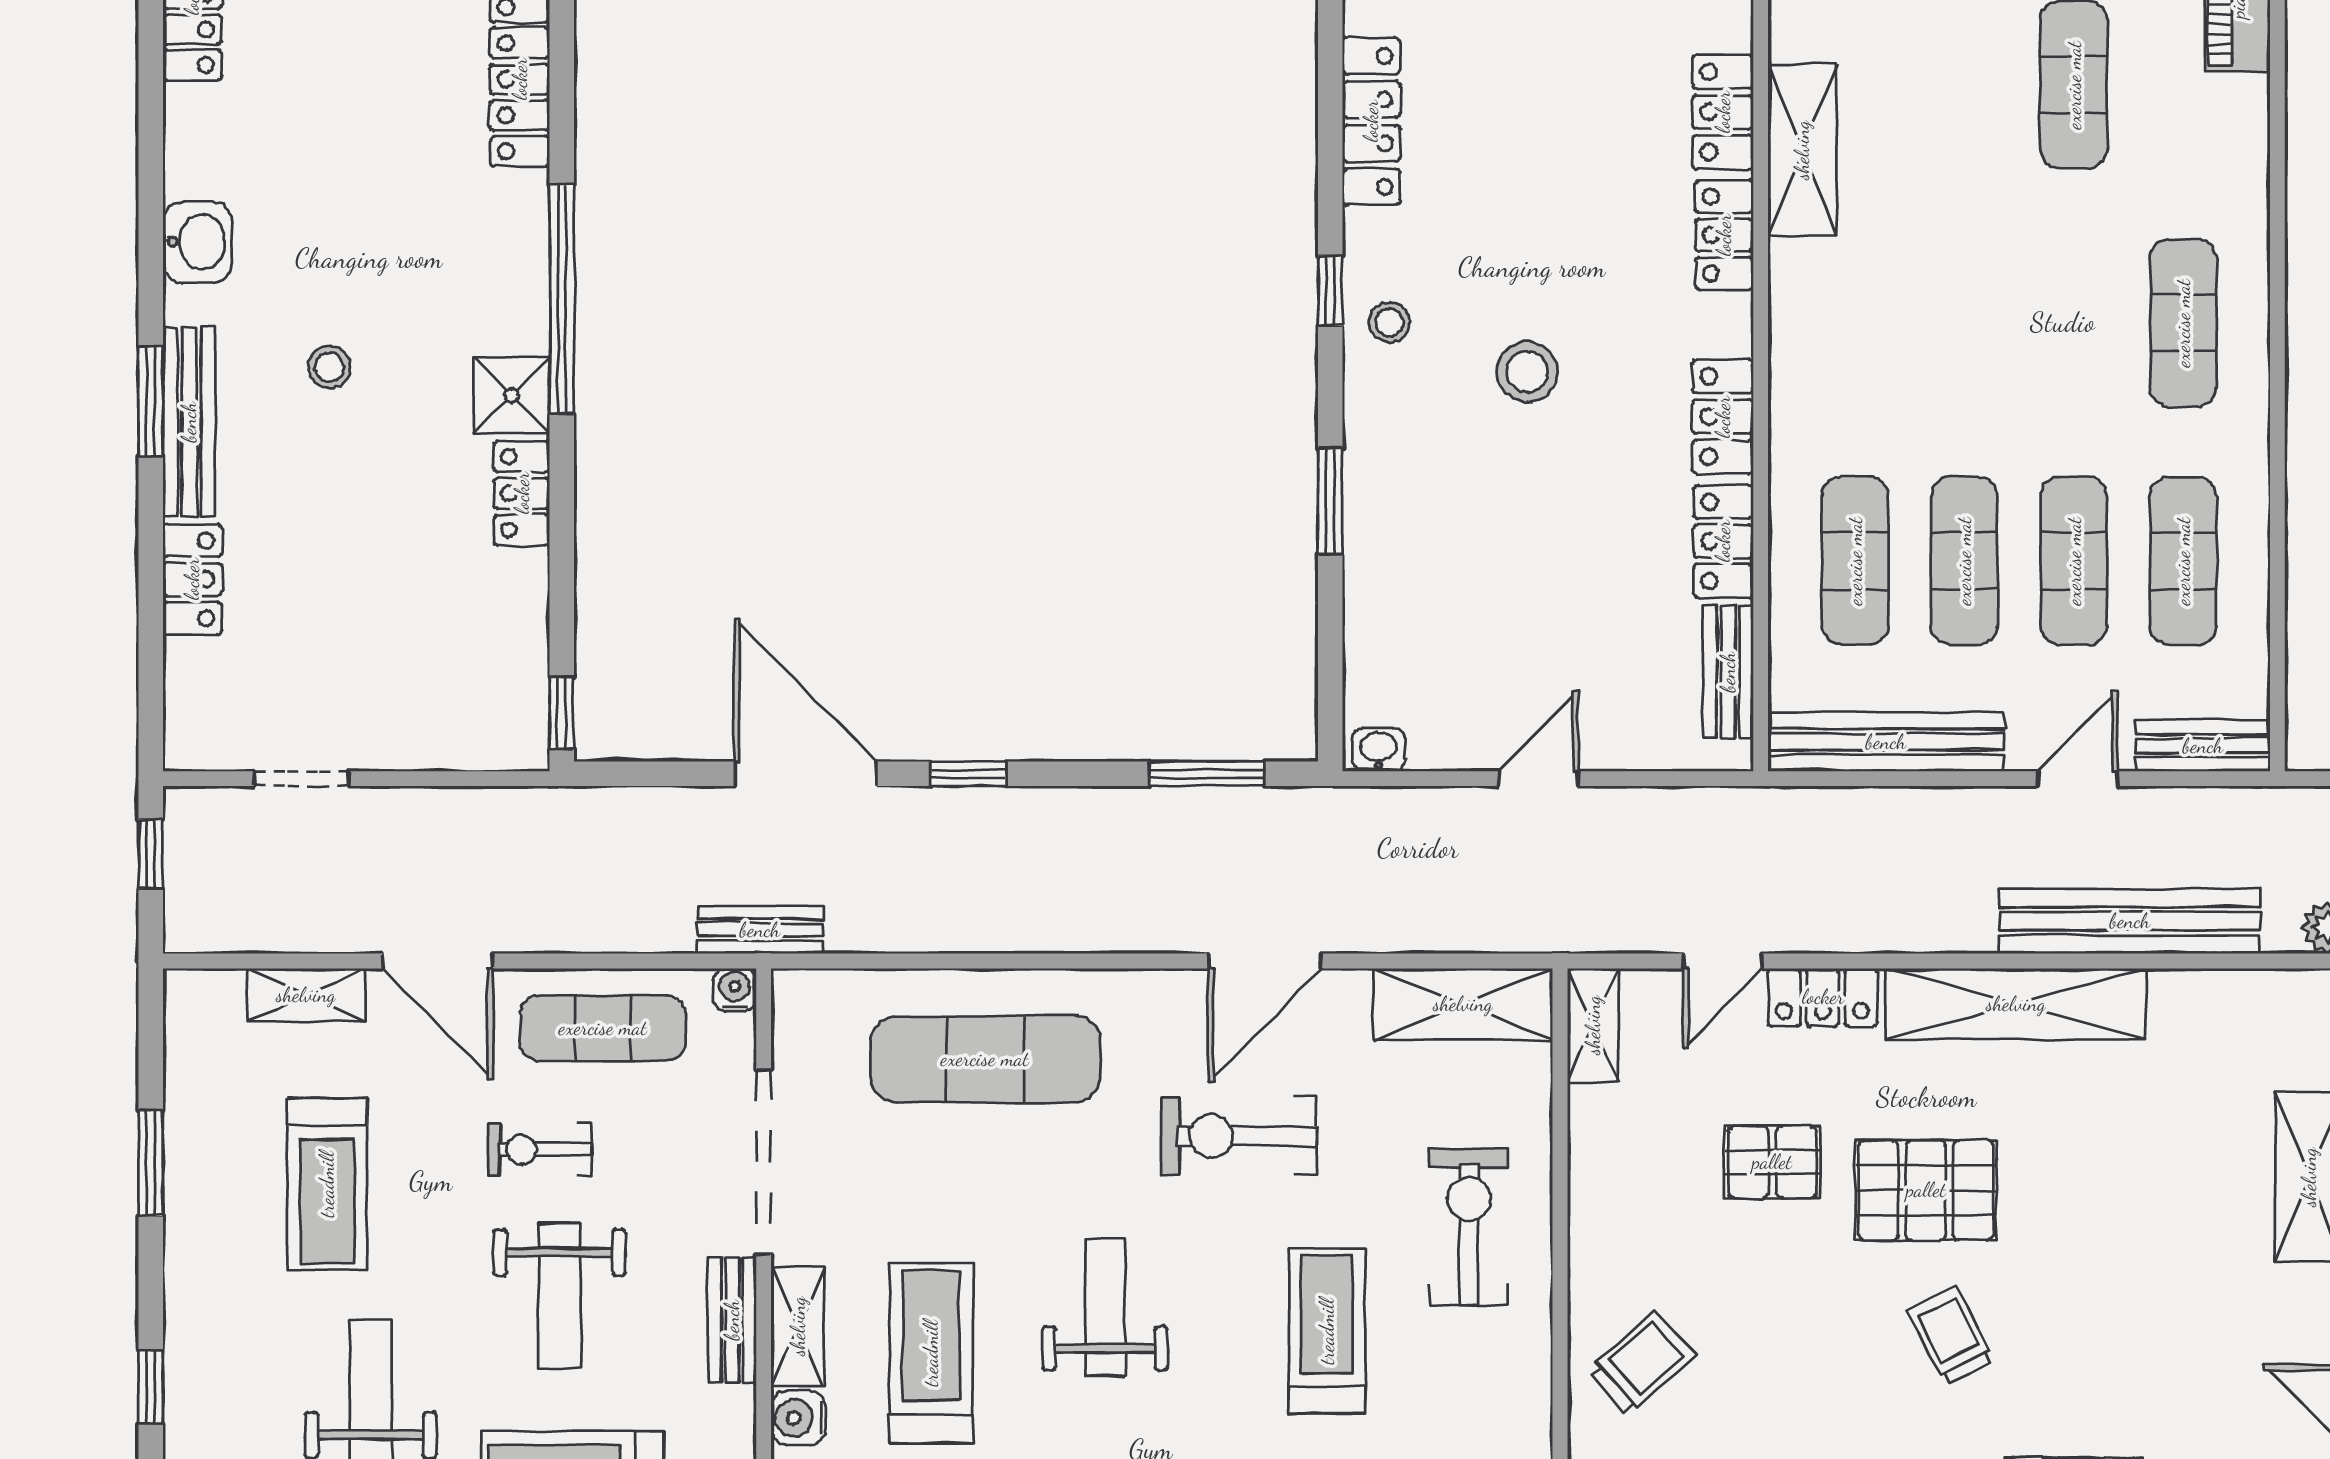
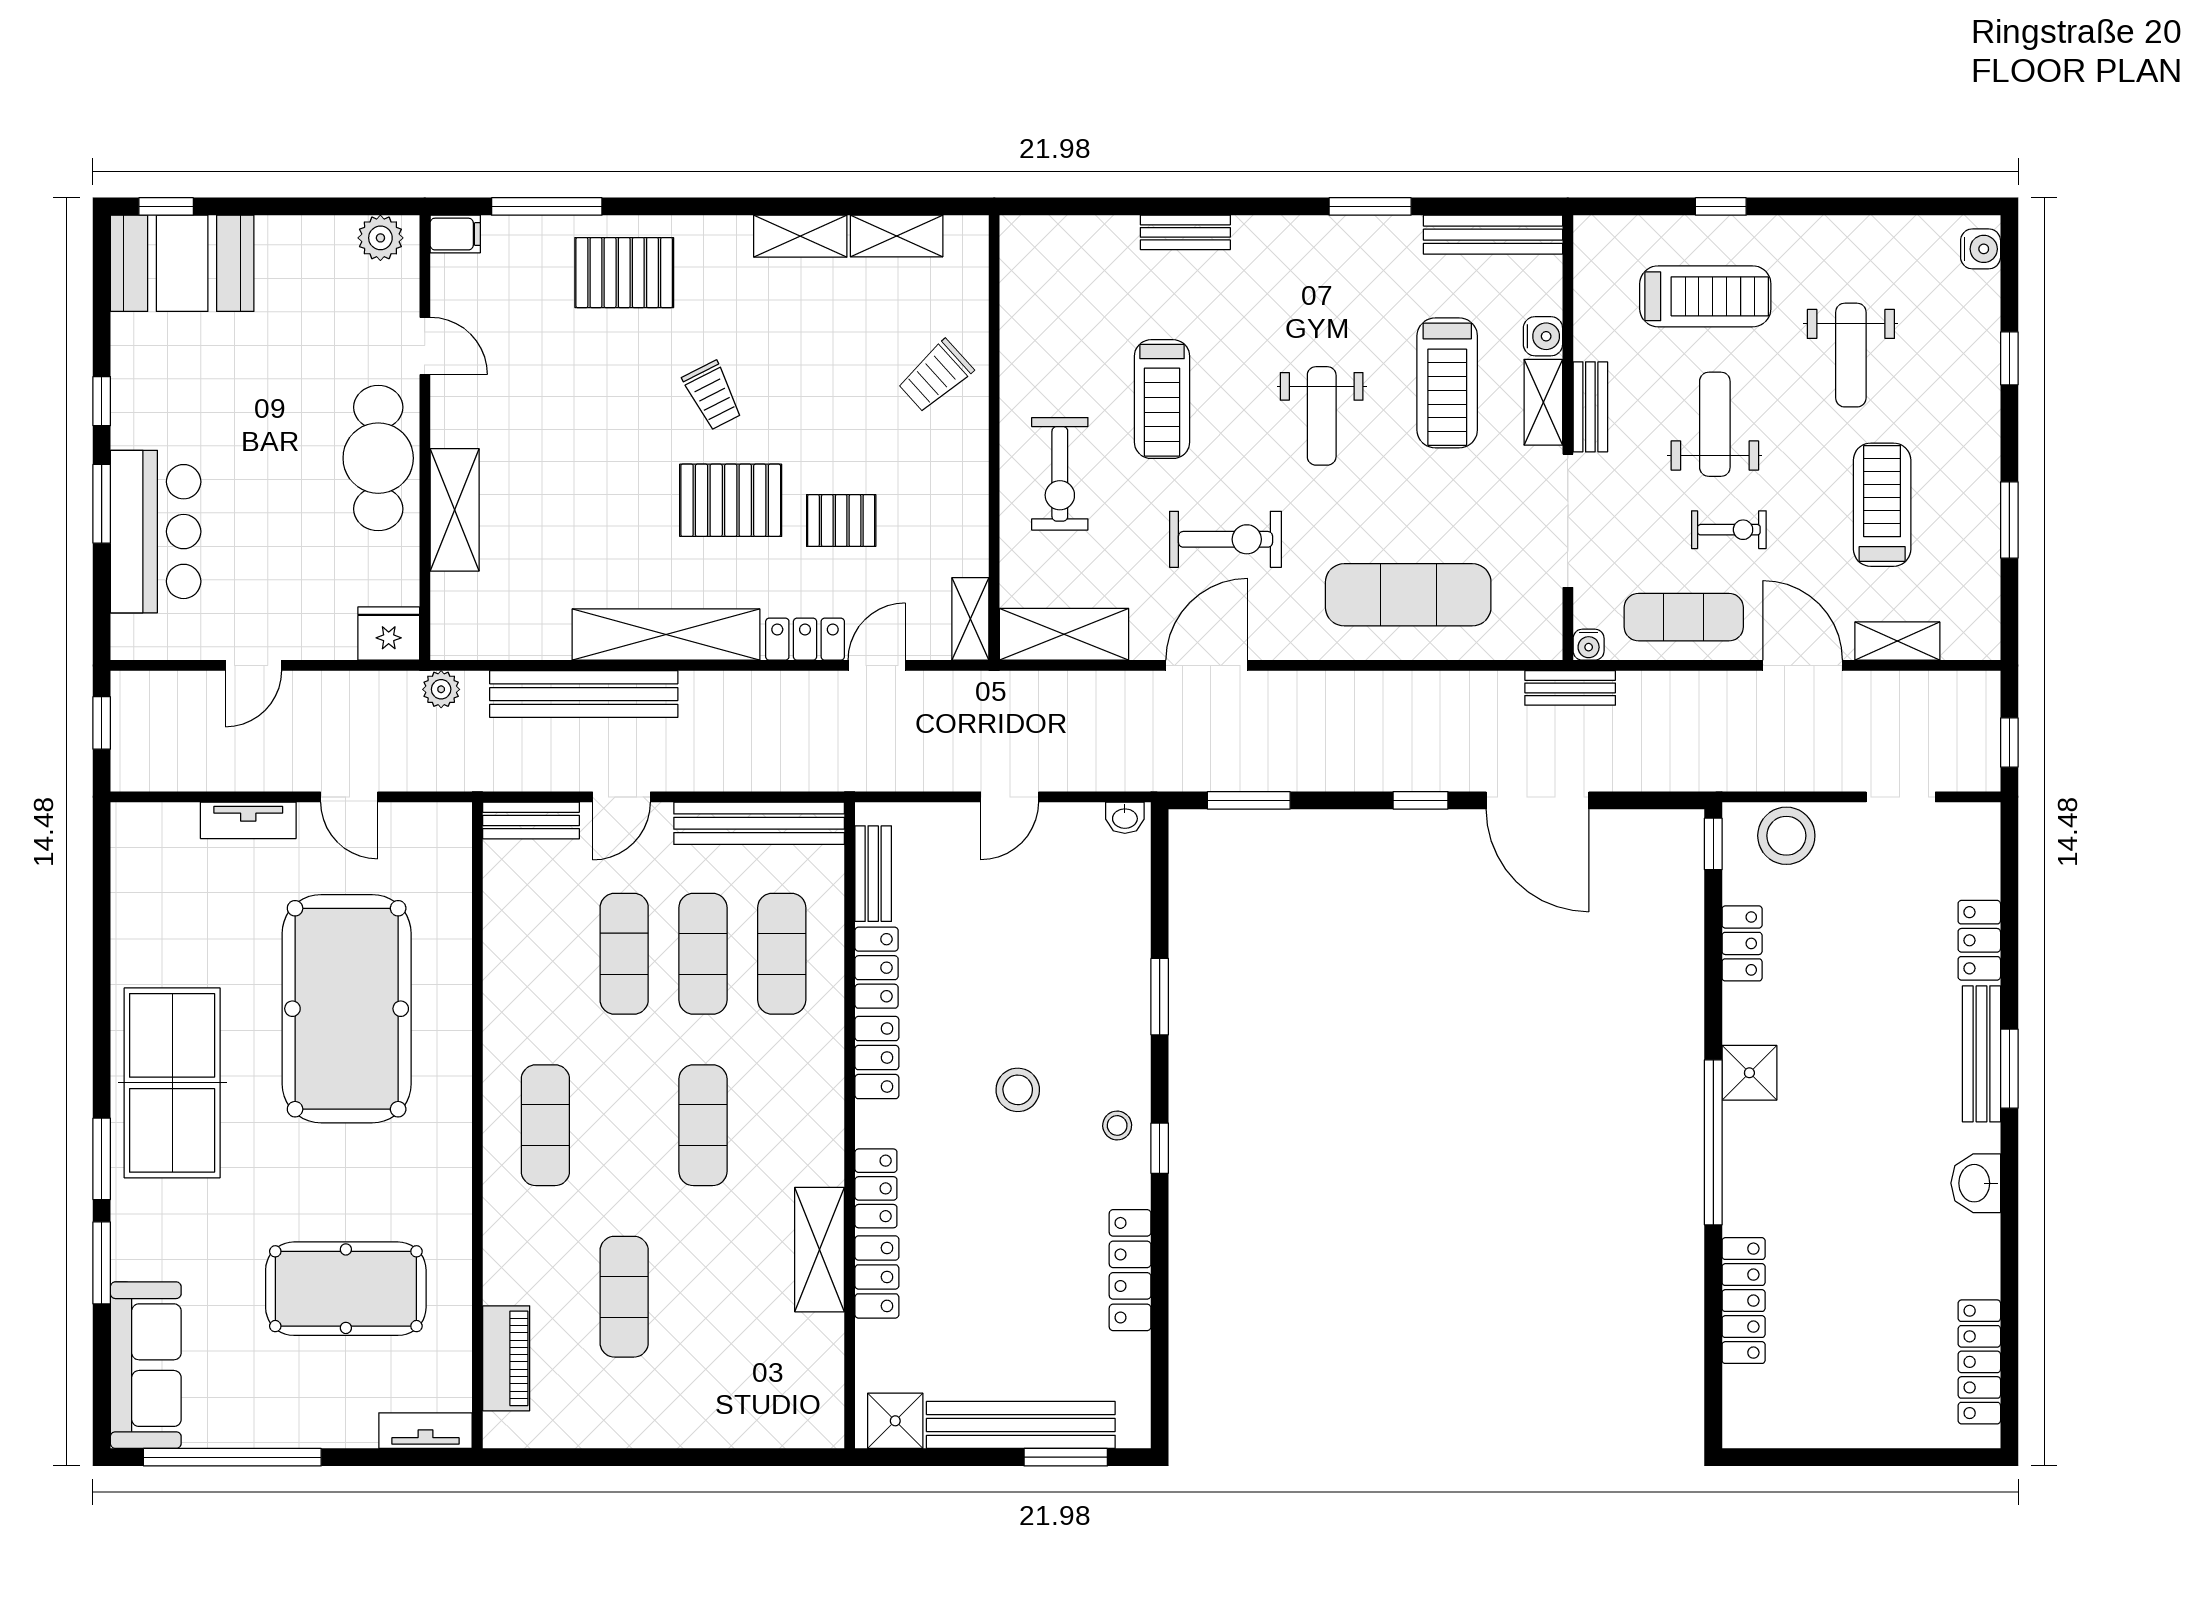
stool: (329, 367) -> (1786, 836), moved, width x1.89, depth x1.89
locker: (522, 493) -> (1742, 943), moved
exercise mat: (2183, 561) -> (703, 1125), moved

